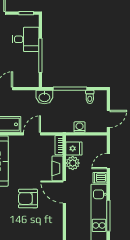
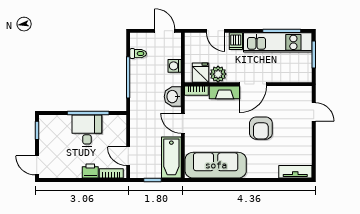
desk: (26, 39) -> (87, 131), moved
washbasin: (44, 97) -> (173, 97), moved, turned 180

